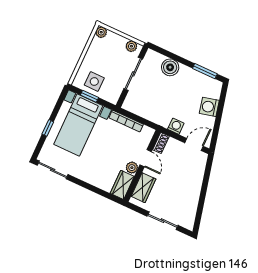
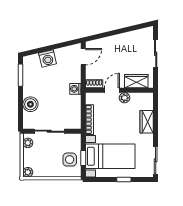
washing machine: (176, 126) -> (75, 89), moved
door: (194, 145) -> (83, 57), swing flipped
wardrobe: (122, 185) -> (147, 122), moved, turned 90

